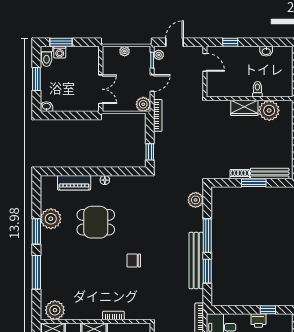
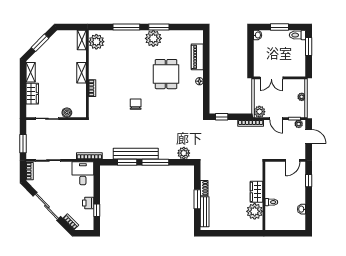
washing machine: (60, 52) -> (301, 46), removed
plant: (51, 219) -> (153, 38), moved

